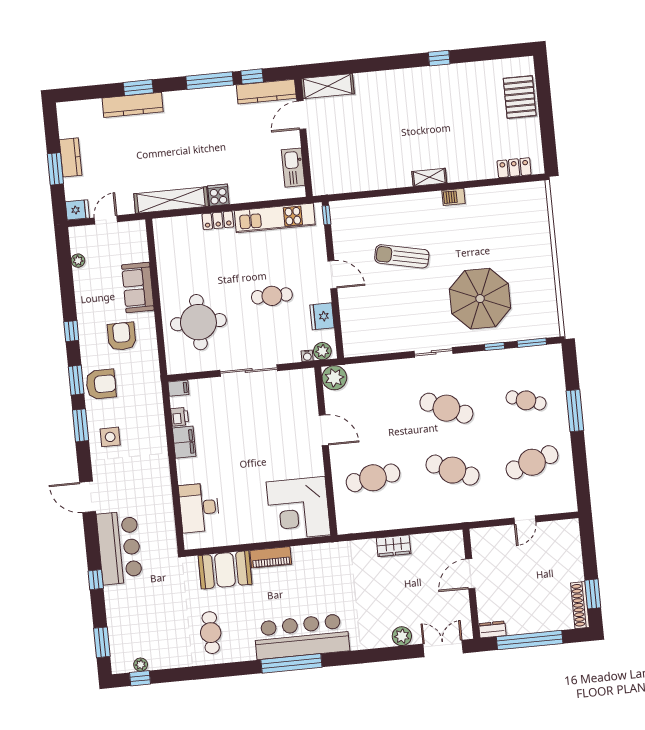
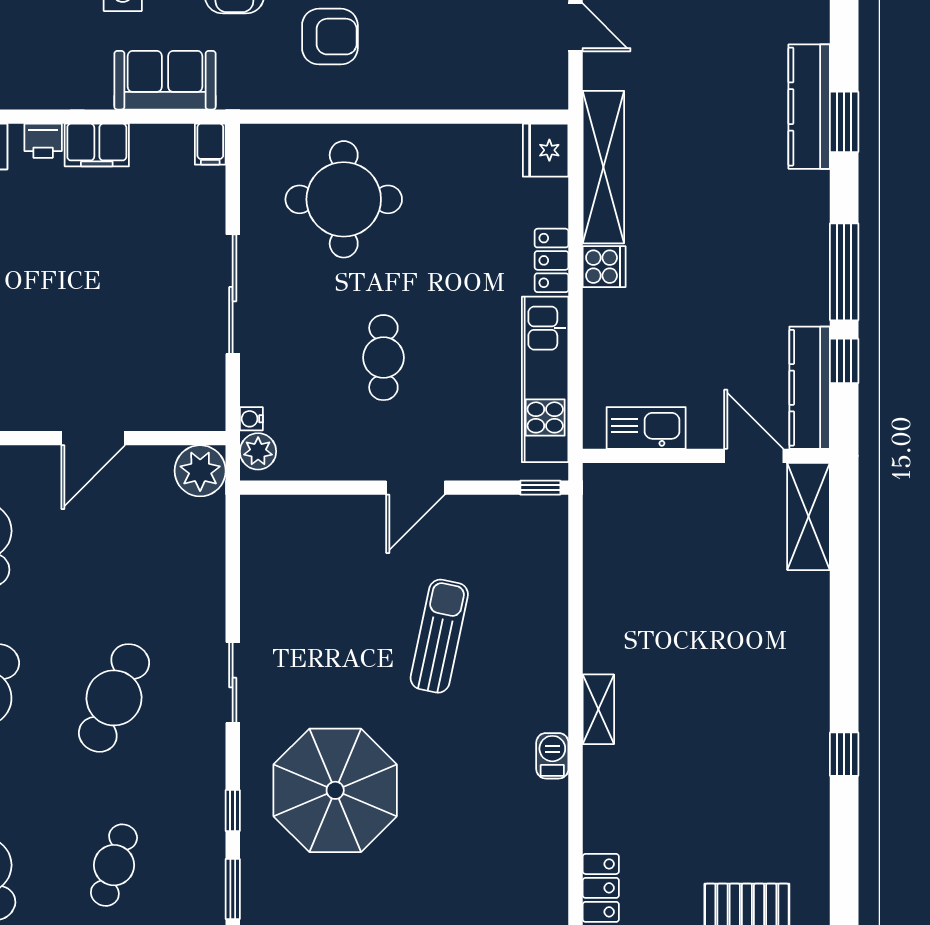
sofa: (138, 288) -> (165, 80), moved
fridge: (322, 316) -> (546, 150), moved, turned -90
printer: (180, 417) -> (43, 141), moved

